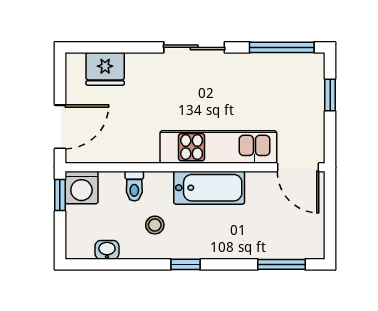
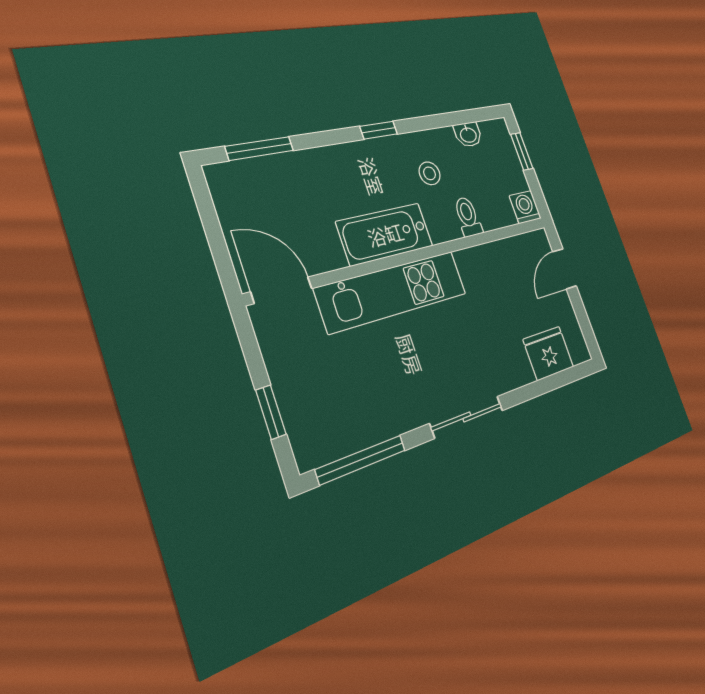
door: (60, 127) -> (565, 269), width x0.73
washing machine: (81, 187) -> (525, 207), width x0.73, depth x0.73
window: (60, 195) -> (522, 151), moved

